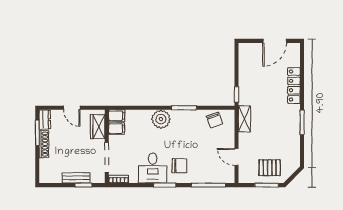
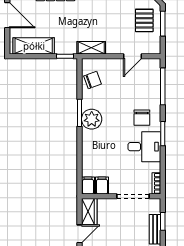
shelving: (246, 65) -> (34, 46), added
plant: (161, 119) -> (92, 119), moved
wardrobe: (98, 127) -> (89, 212), moved, turned -90
chair: (179, 166) -> (142, 118), turned 180

